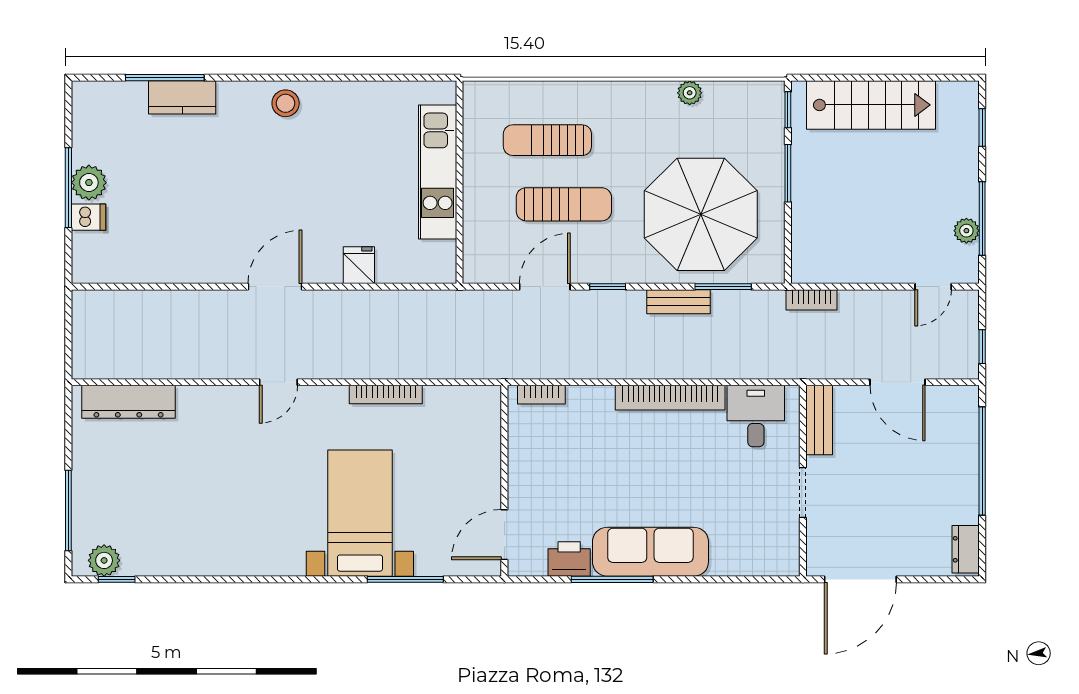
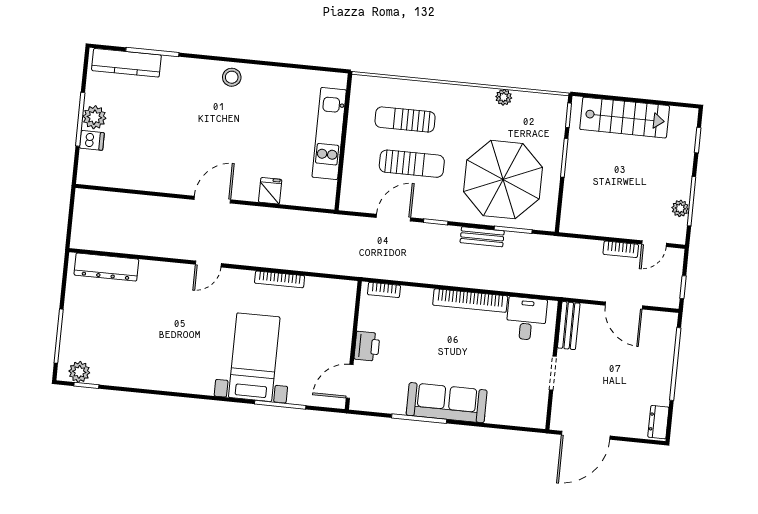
kitchen counter: (182, 97) -> (126, 63), moved, width x1.50
bookcase: (812, 300) -> (621, 249), moved
printer: (569, 559) -> (367, 346), moved, turned 90

